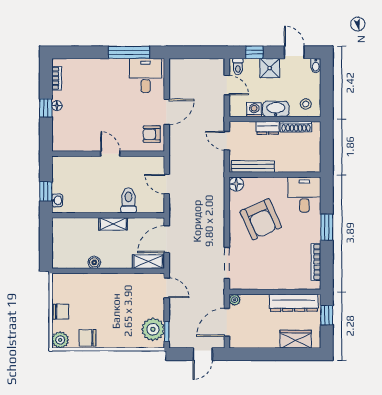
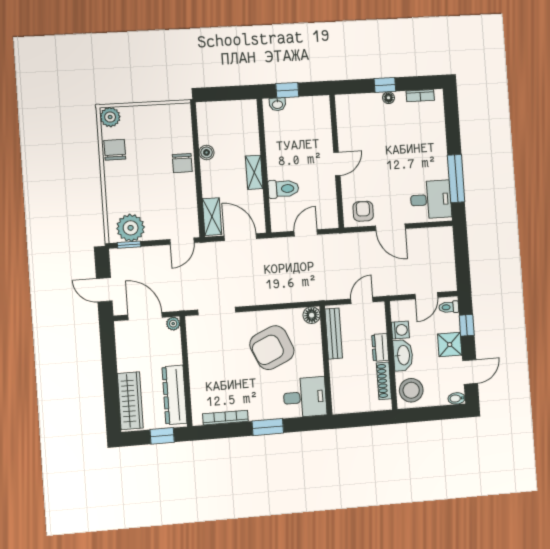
stool: (306, 104) -> (411, 390), width x1.89, depth x1.89
chair: (61, 312) -> (182, 163), moved
wardrobe: (296, 339) -> (130, 401), width x1.50

